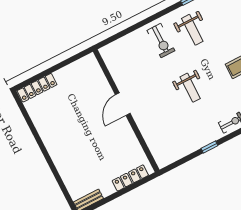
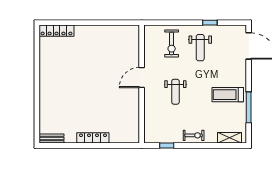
door: (123, 104) -> (142, 78), moved
wall: (126, 111) -> (142, 84), moved

